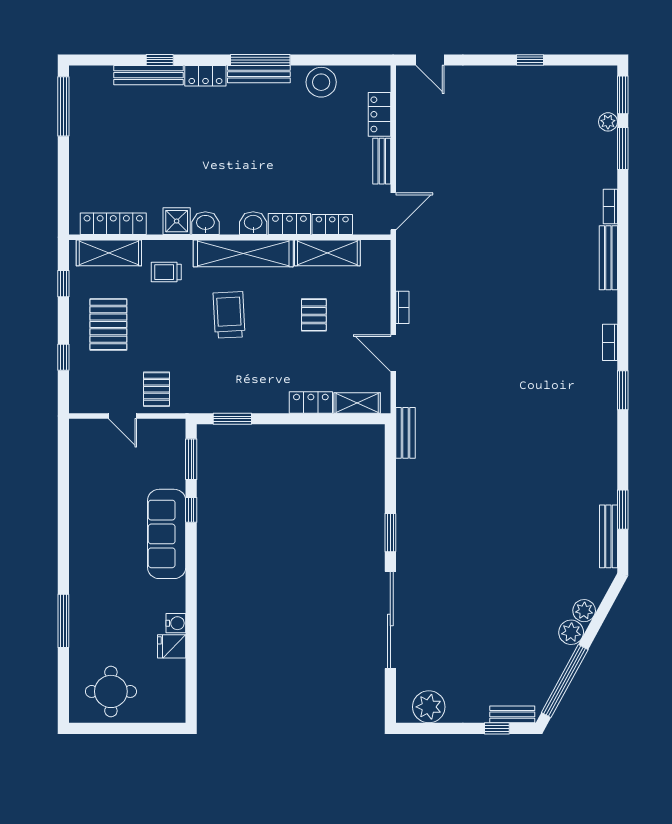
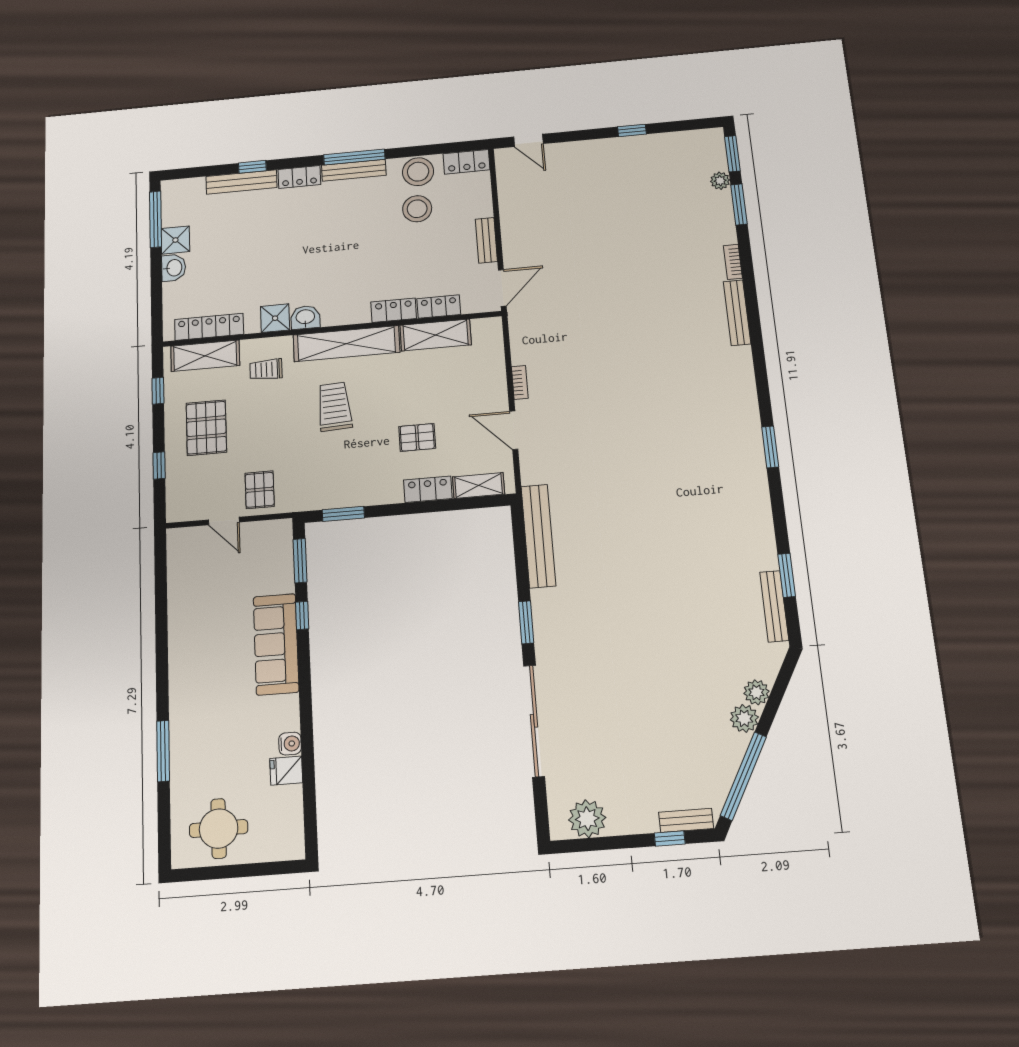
locker: (379, 114) -> (466, 162), moved, turned -90
stool: (318, 121) -> (417, 209), added
shower: (82, 130) -> (175, 240), added
washbasin: (253, 223) -> (174, 268), moved, turned 90
pallet: (314, 315) -> (417, 437), moved, turned 90
bookcase: (610, 342) -> (750, 398), removed
bench: (405, 433) -> (538, 536), width x1.86, depth x1.21

